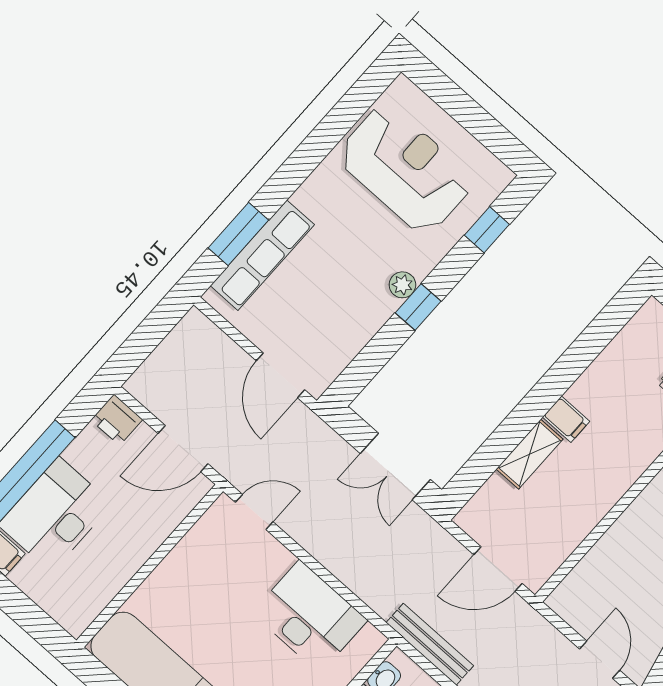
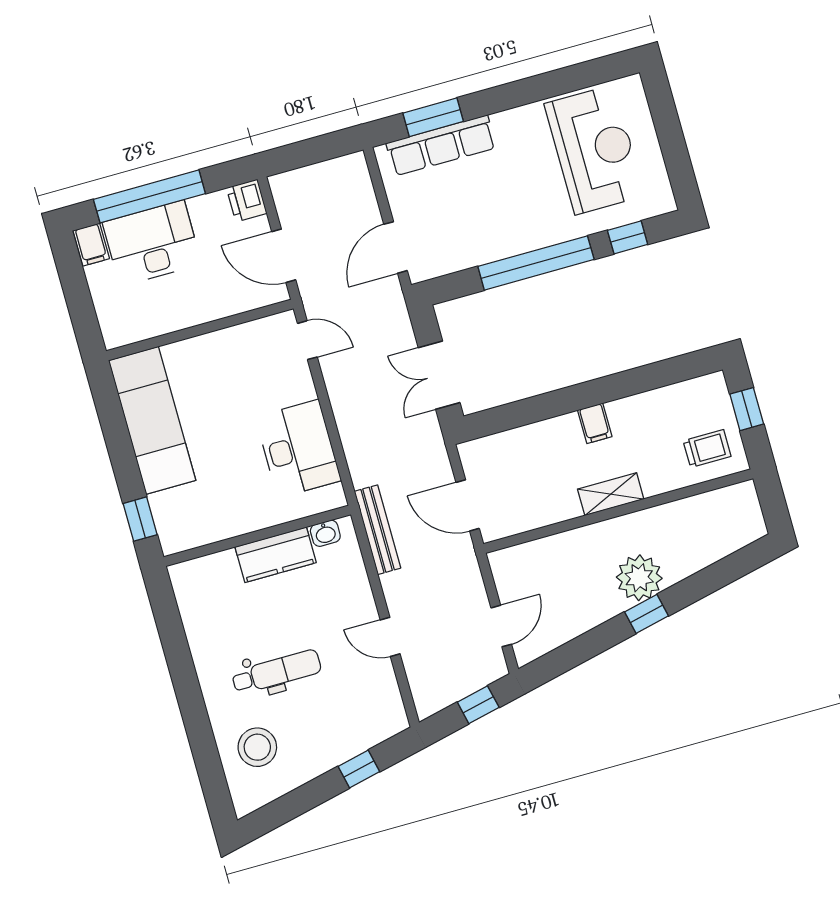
plant: (402, 285) -> (535, 238), removed
window: (418, 307) -> (536, 263), width x3.17
shelving: (530, 454) -> (611, 494), moved

